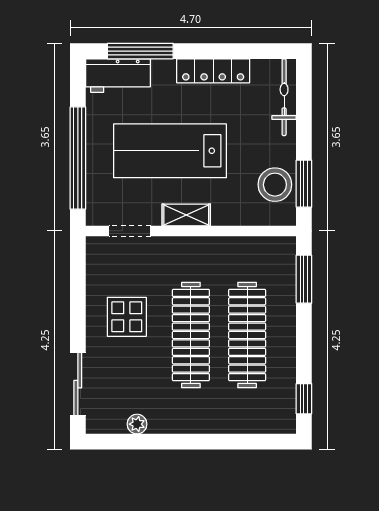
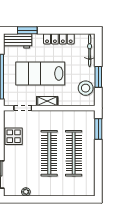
window: (140, 51) -> (27, 30), width x0.69
window: (304, 184) -> (98, 77), moved
display table: (127, 317) -> (14, 136), moved
window: (304, 399) -> (98, 181), removed

